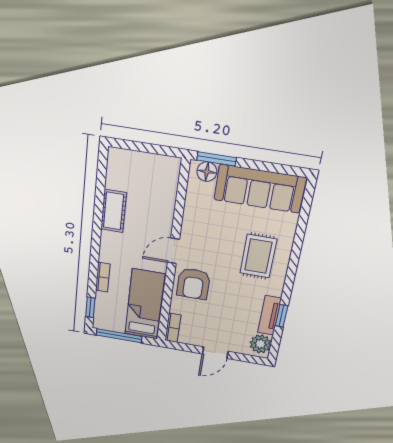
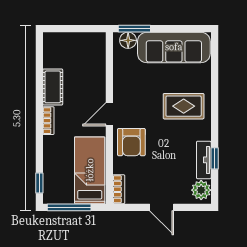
rug: (258, 256) -> (184, 106), turned 90
bookcase: (103, 277) -> (48, 121), moved
door: (215, 353) -> (162, 207), hinge flipped

